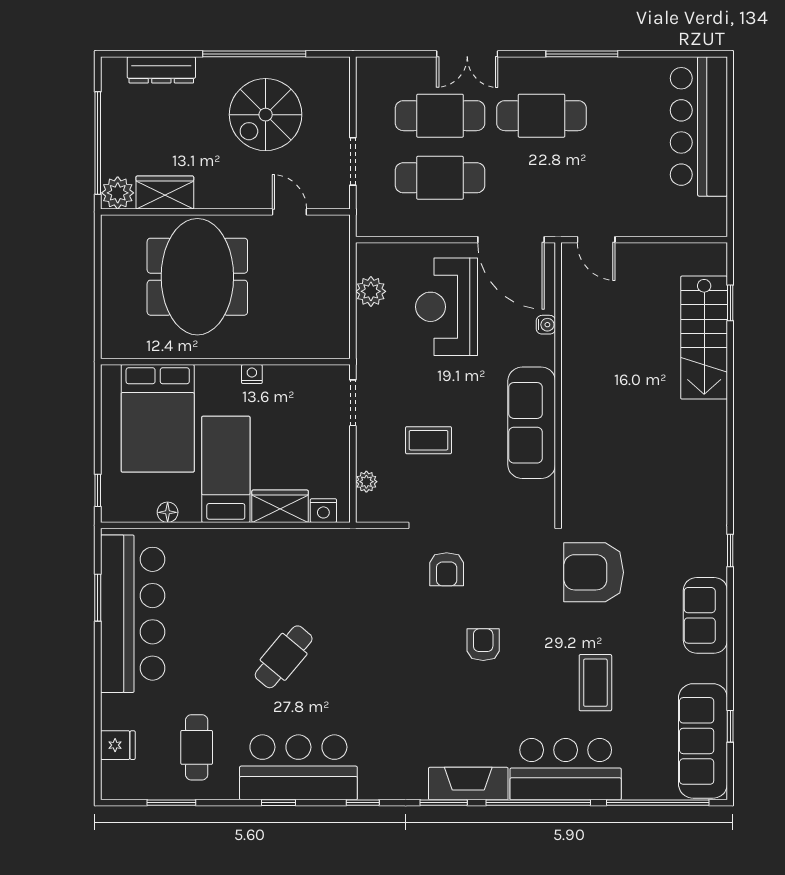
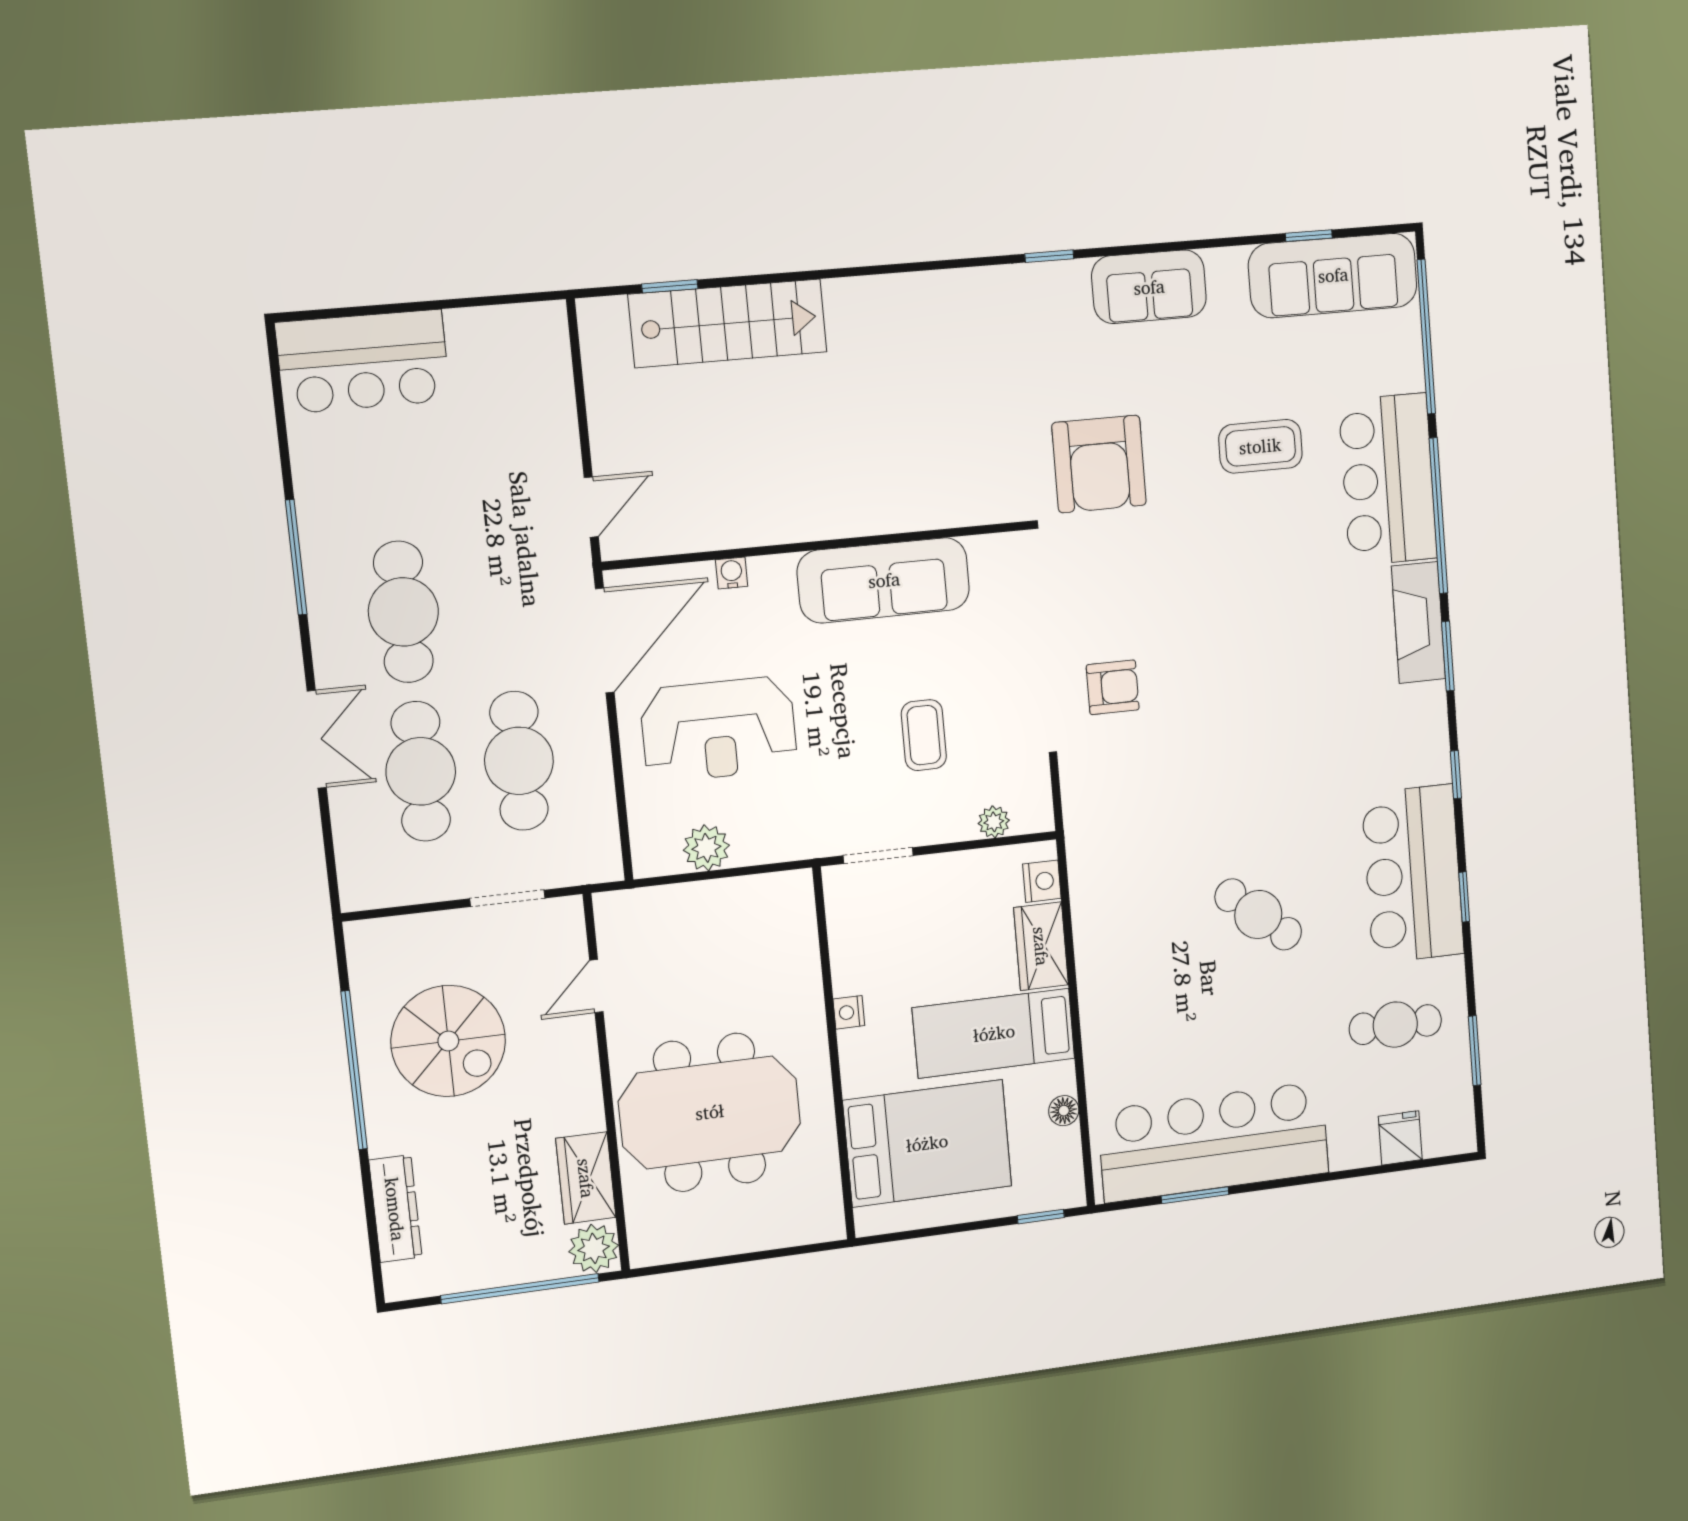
bar counter: (699, 126) -> (363, 362), width x0.73
armchair: (483, 645) -> (1218, 621), removed

